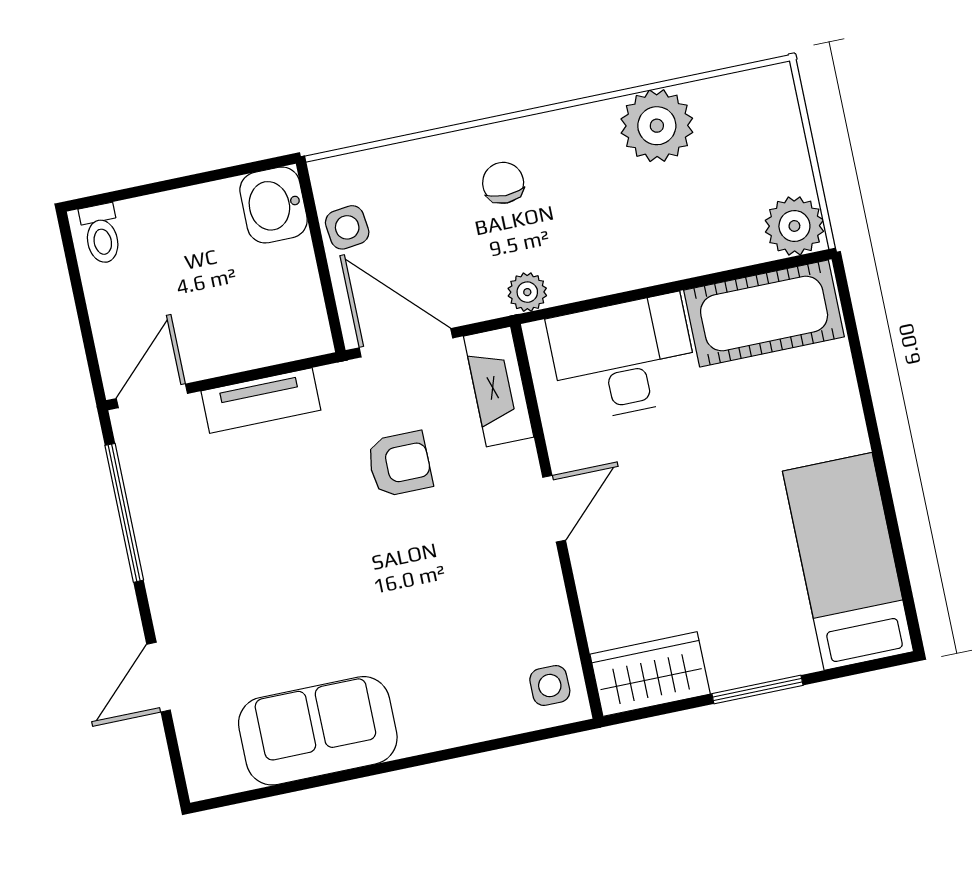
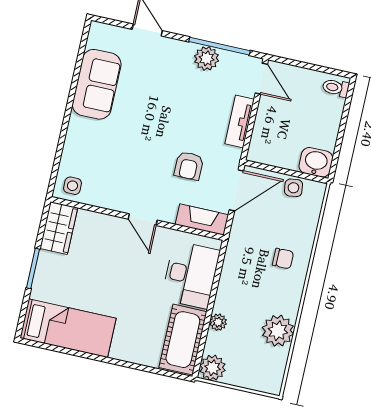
plant: (527, 292) -> (218, 322), moved
plant: (161, 528) -> (207, 58), added

